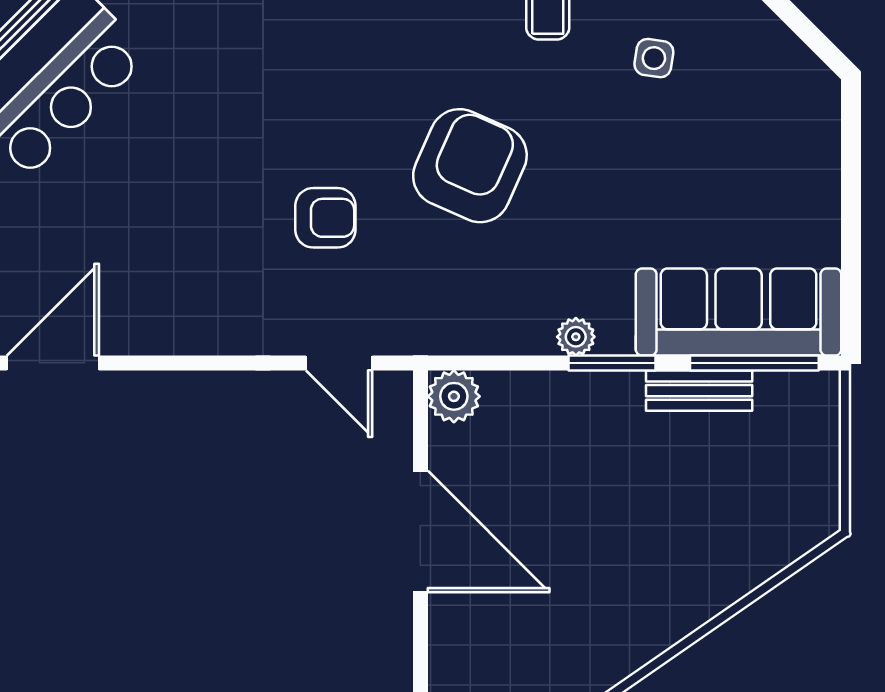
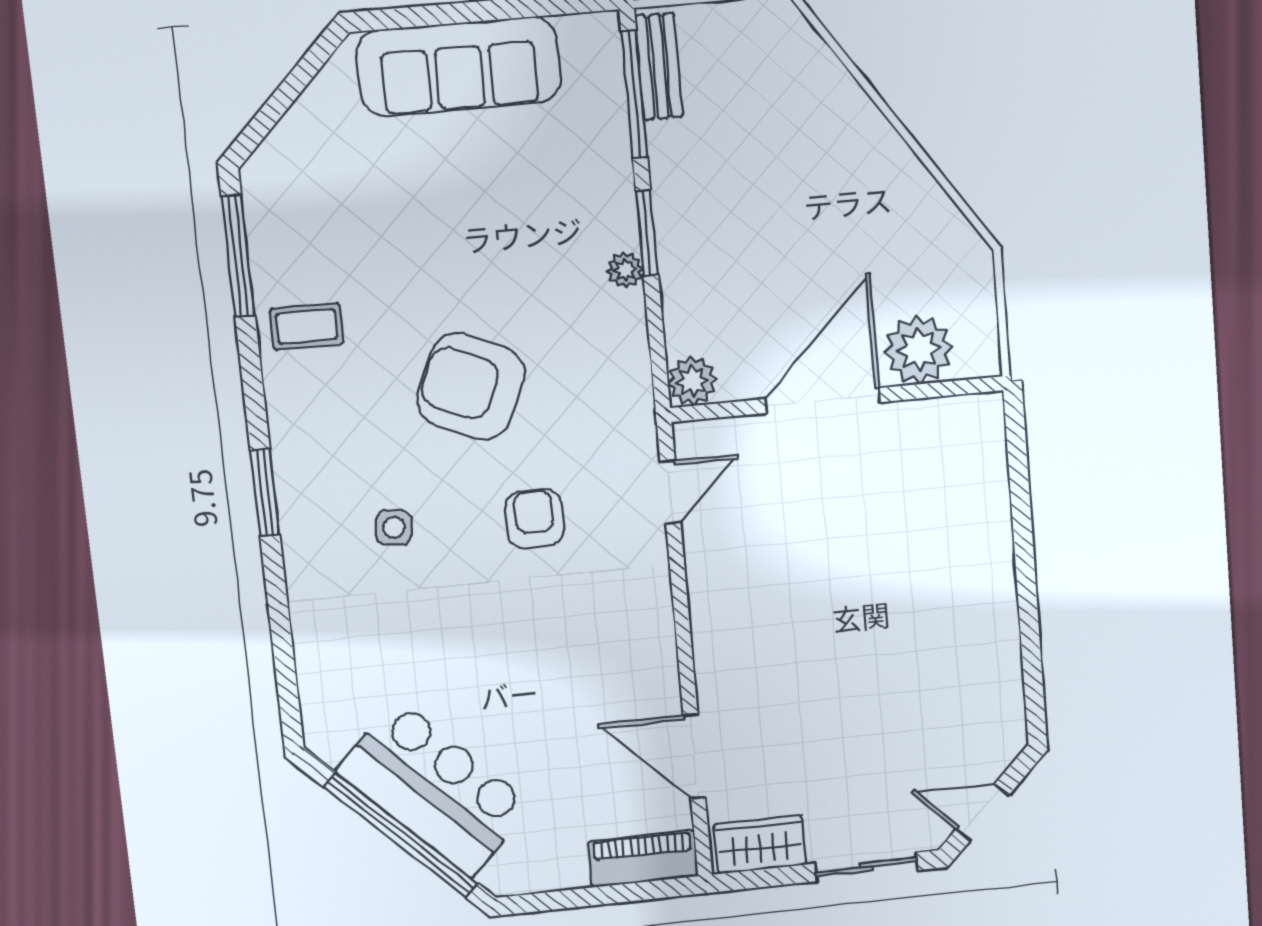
side table: (654, 58) -> (394, 527), moved
sofa: (739, 312) -> (459, 66), moved, turned -90
bench: (699, 391) -> (659, 66), moved
plant: (464, 637) -> (919, 350), added

